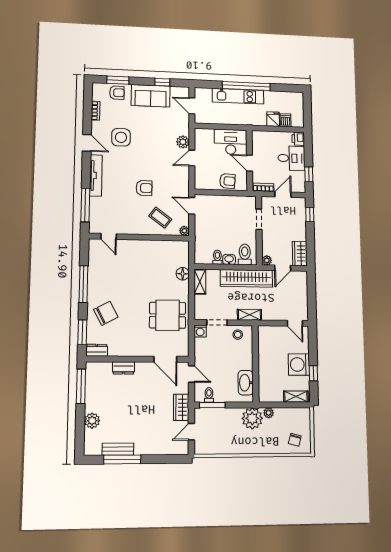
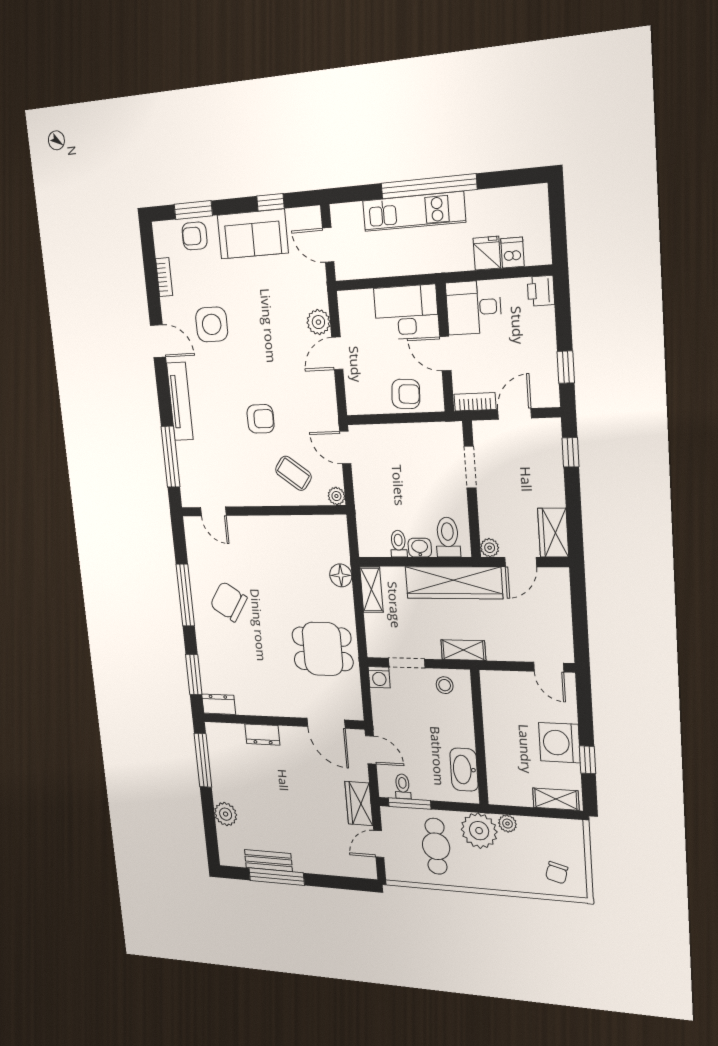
armchair: (117, 93) -> (195, 236), turned 180
desk: (291, 158) -> (474, 307), moved, turned 180
chair: (106, 313) -> (229, 602), moved, turned -119
cafe table: (226, 430) -> (436, 846), added

